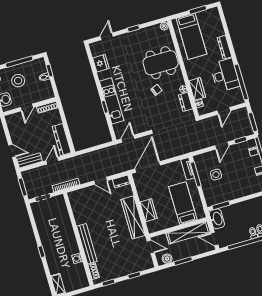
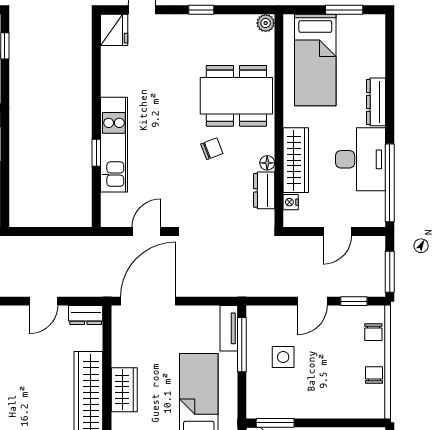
fridge: (101, 63) -> (114, 30), moved
wardrobe: (197, 89) -> (296, 160), width x1.50
door: (128, 139) -> (146, 232), moved
door: (100, 181) -> (44, 301), hinge flipped

